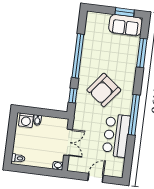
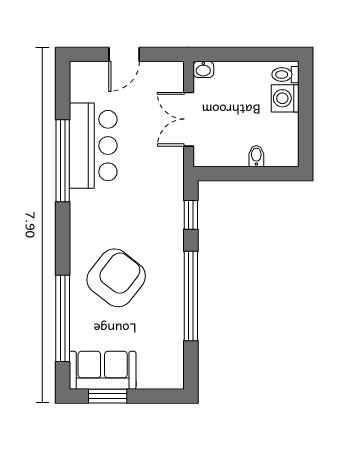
window: (142, 53) -> (63, 318), width x1.46
armchair: (104, 90) -> (116, 278), moved
window: (134, 115) -> (63, 161), moved
washing machine: (26, 120) -> (285, 98), moved, turned -90

